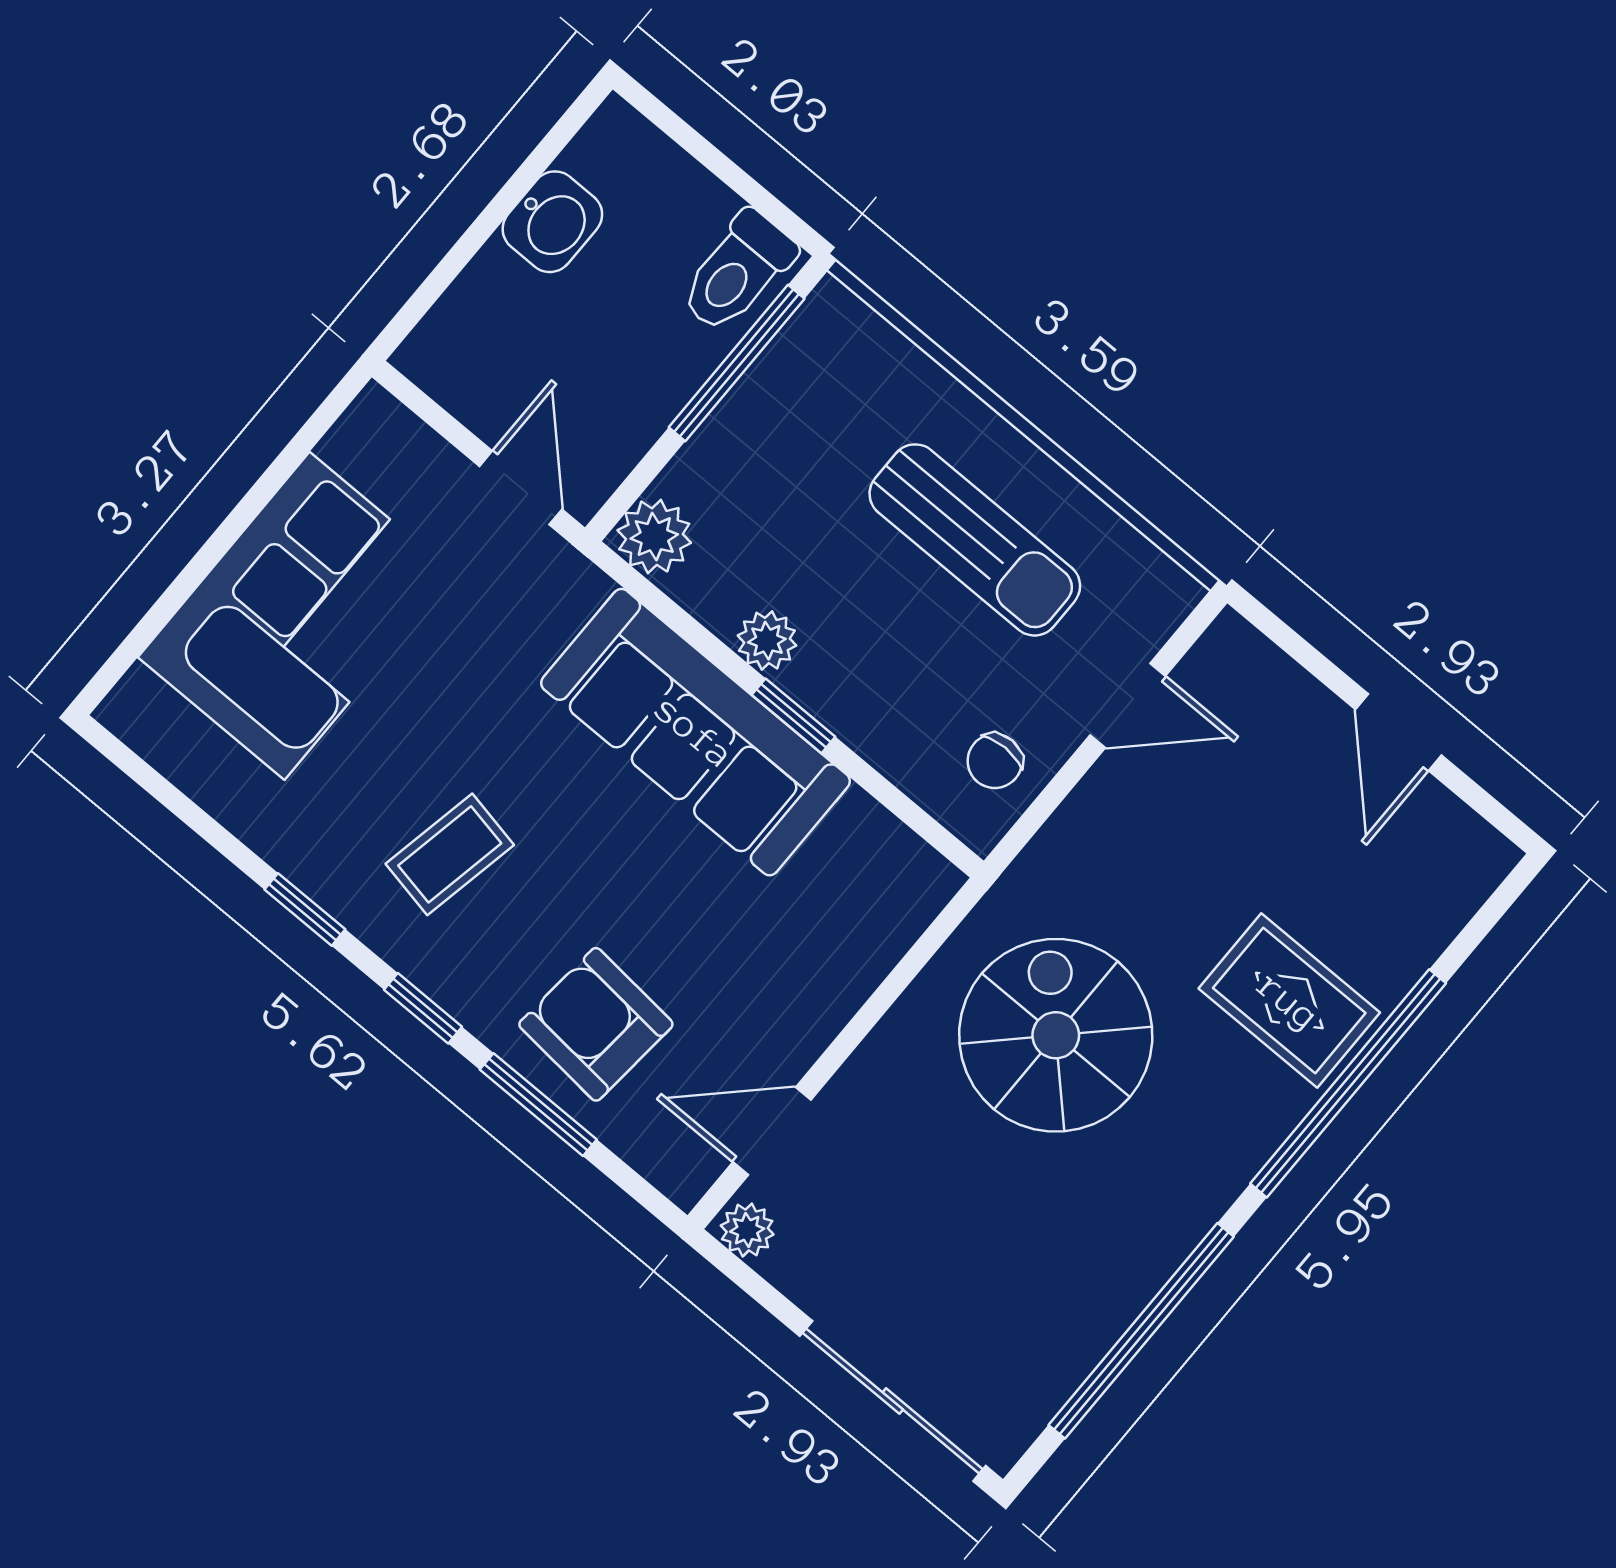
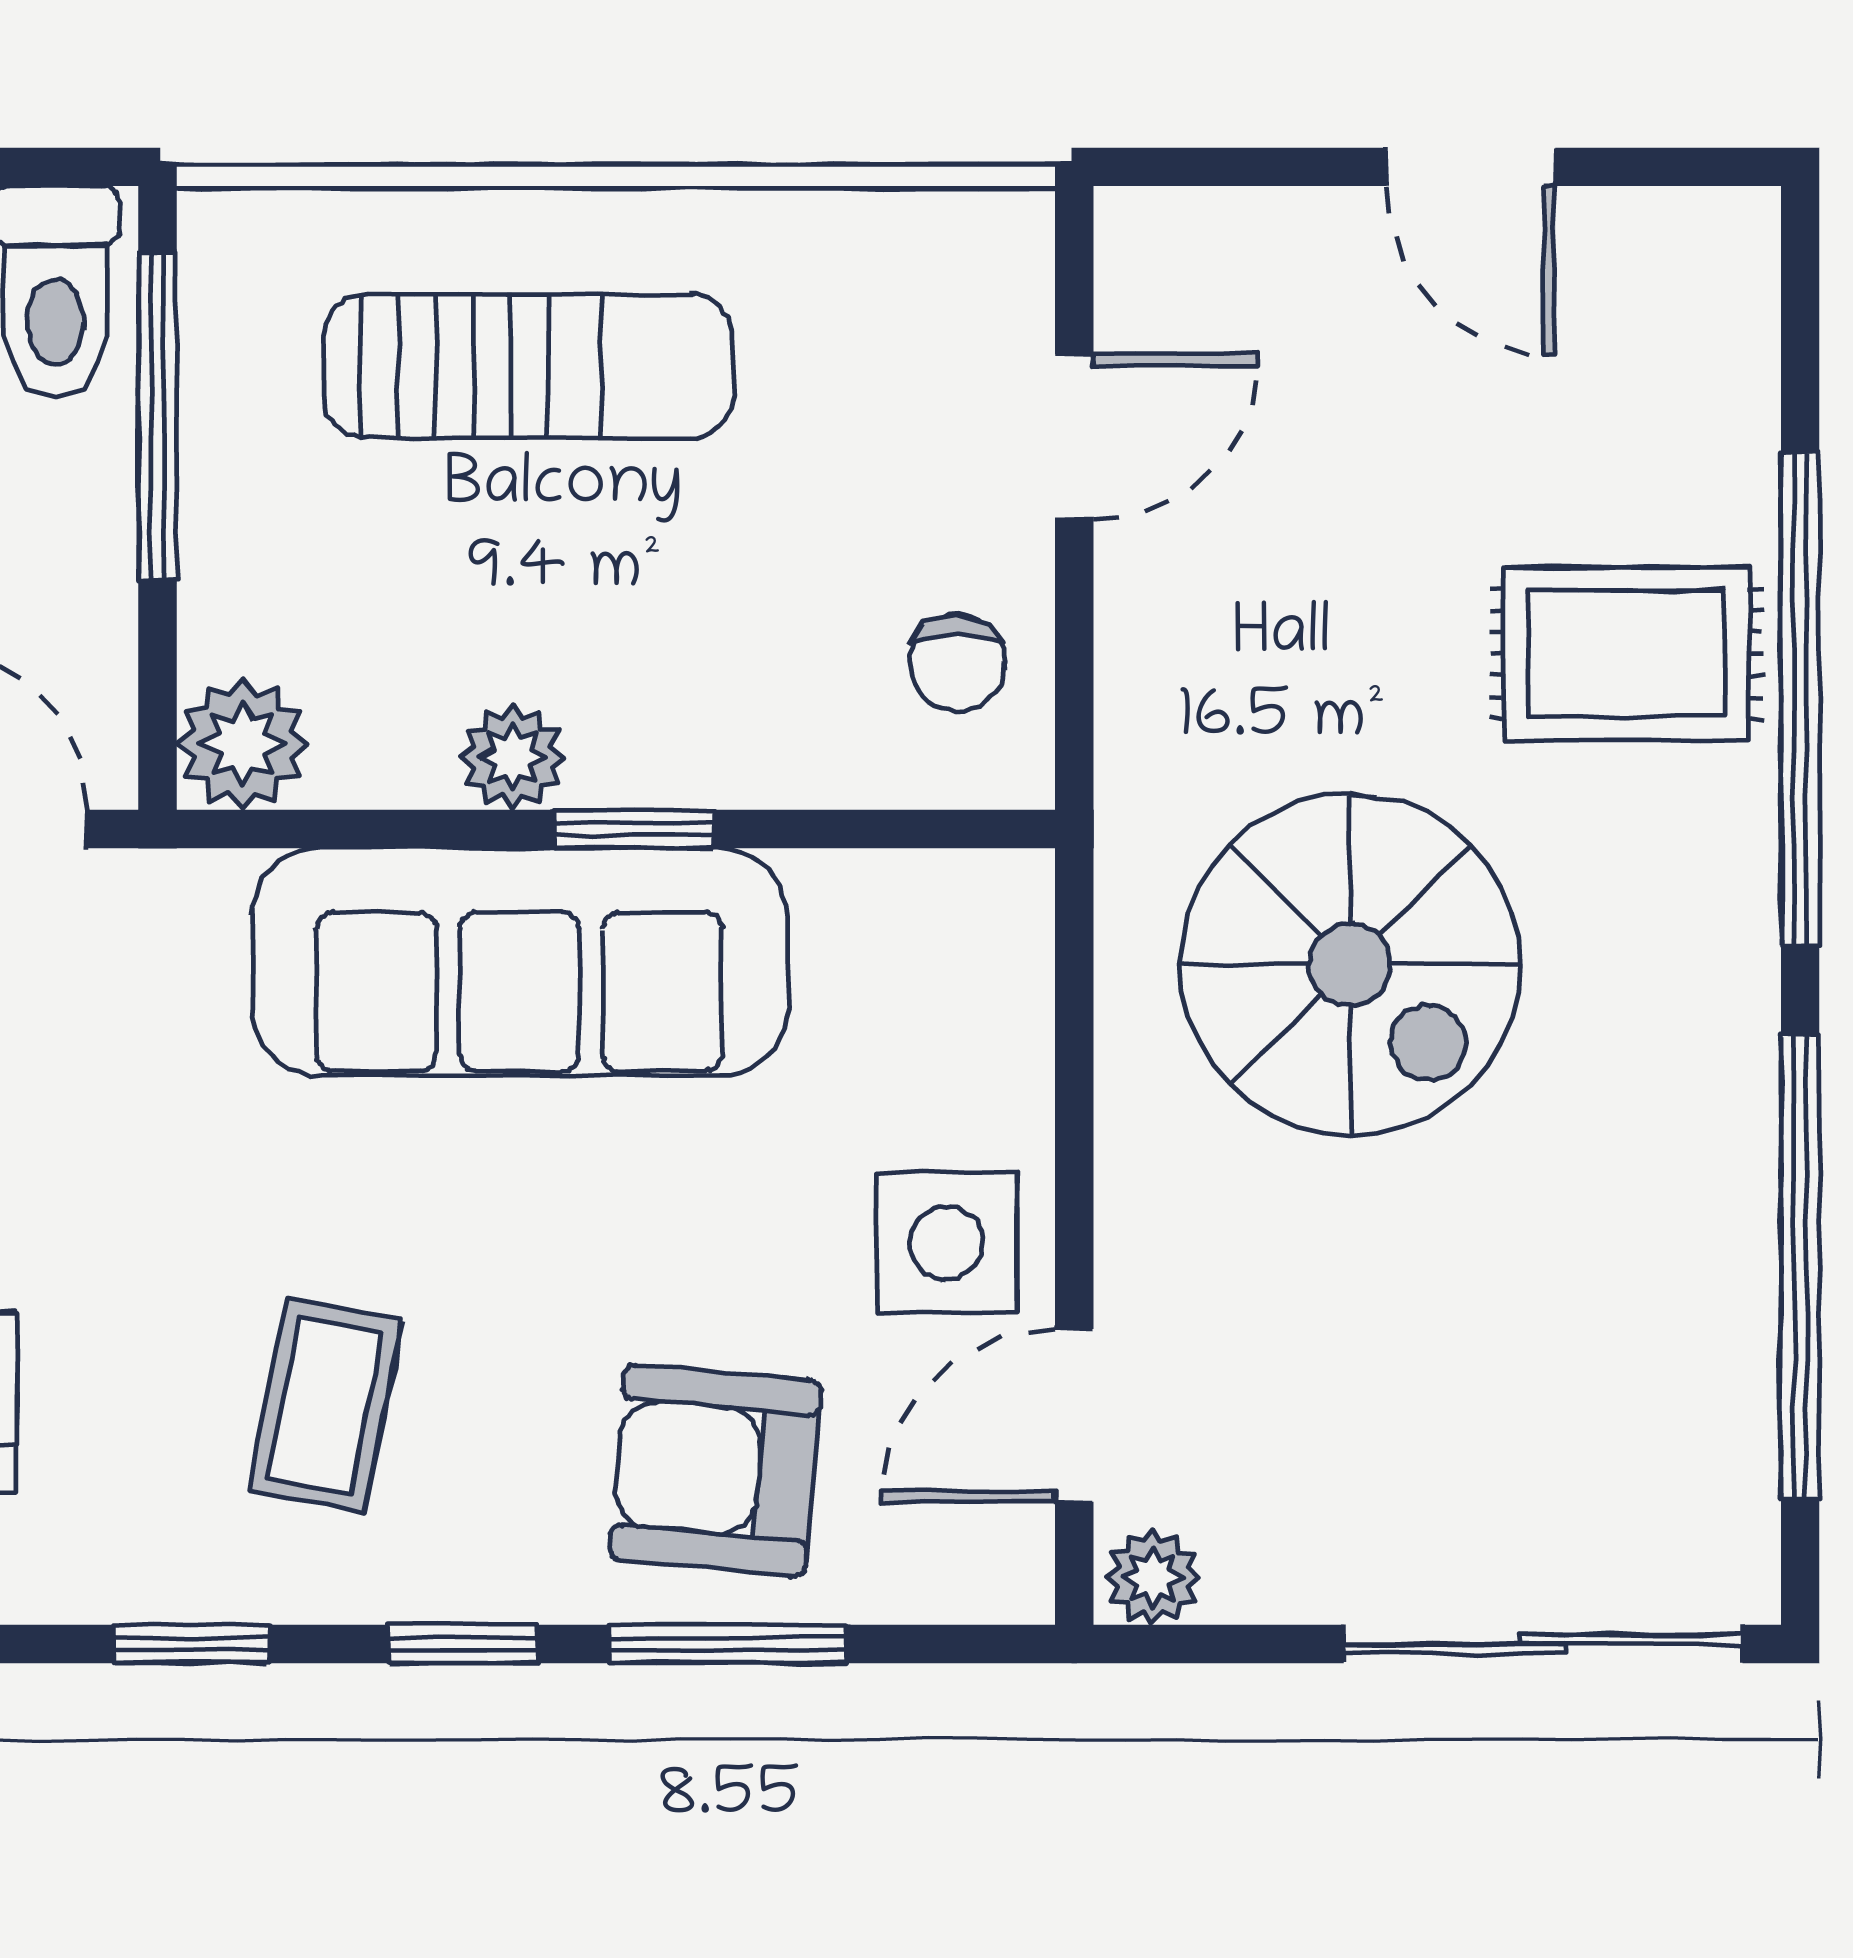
sun lounger: (975, 540) -> (528, 366), moved
side table: (779, 1009) -> (946, 1243), added
spiral stairs: (1056, 1035) -> (1350, 965), turned 180

